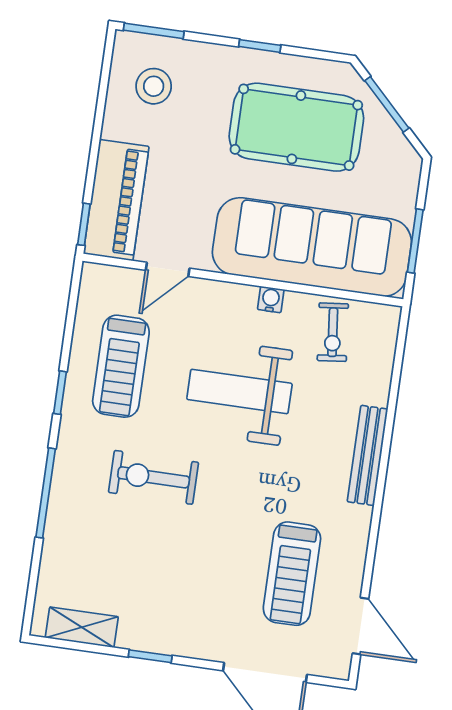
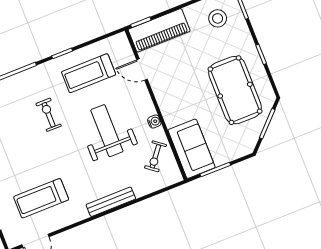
sofa: (312, 247) -> (192, 149), width x0.54, depth x0.79
exercise bike: (333, 332) -> (155, 156), turned -46
exercise bike: (154, 477) -> (49, 115), width x0.73, depth x0.72

